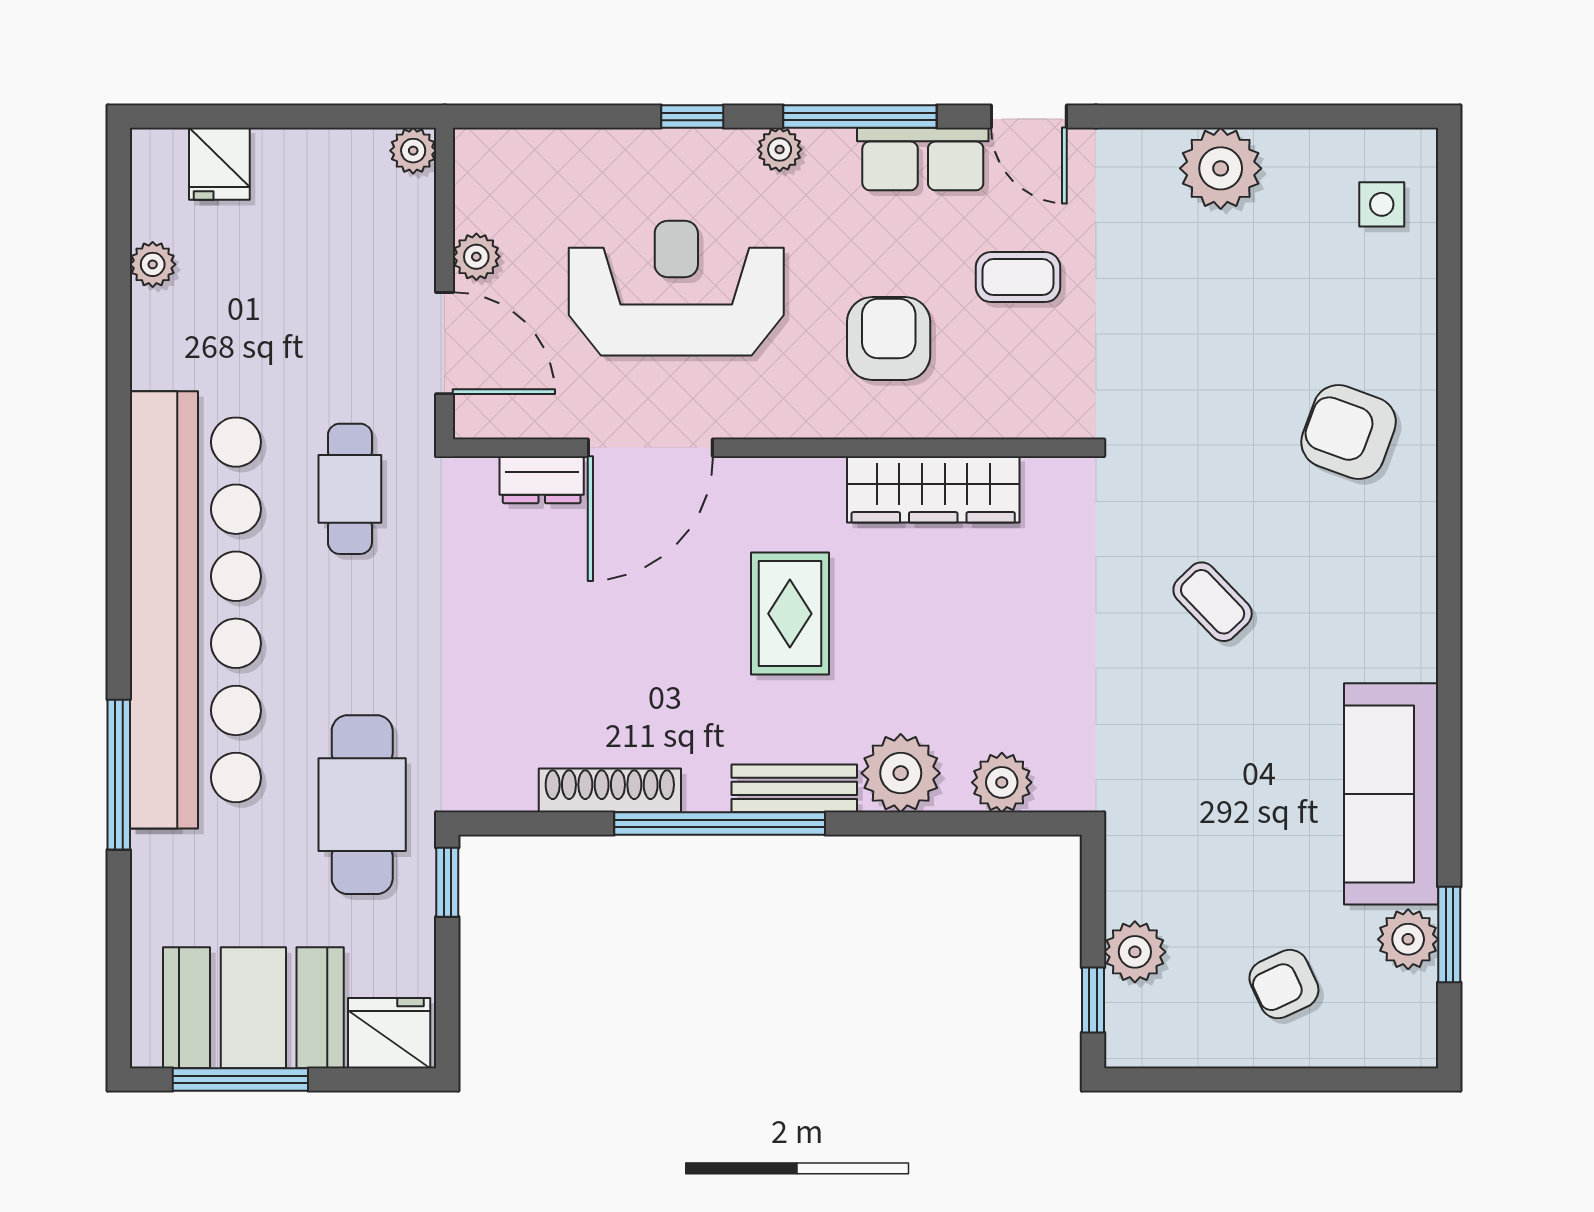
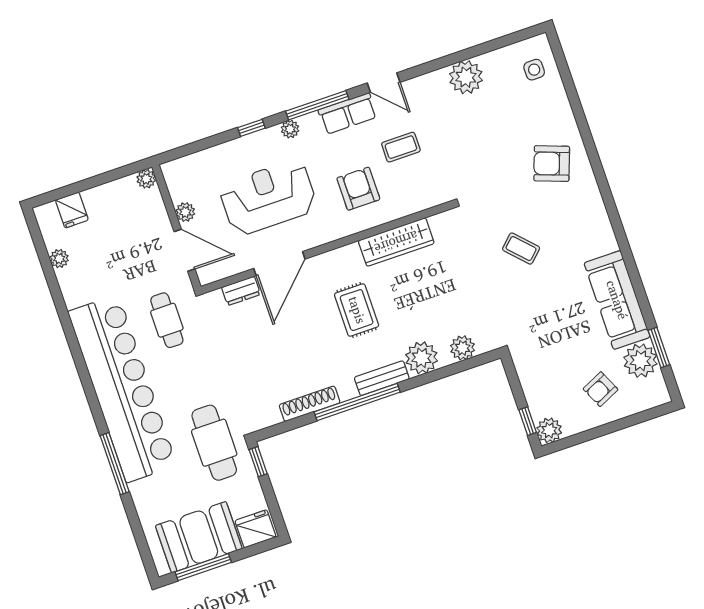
plant: (1408, 939) -> (640, 361), width x1.36, depth x1.36
plant: (1135, 952) -> (549, 430), moved

